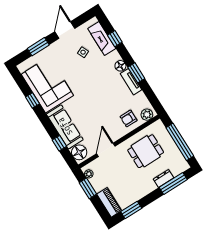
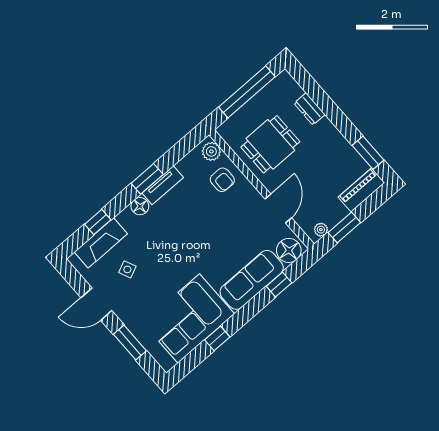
door: (106, 150) -> (278, 208), swing flipped
dining table: (146, 151) -> (270, 144), turned 90
window: (173, 183) -> (315, 92), removed

